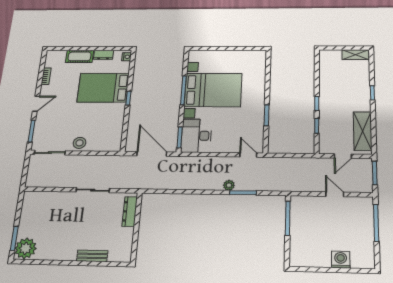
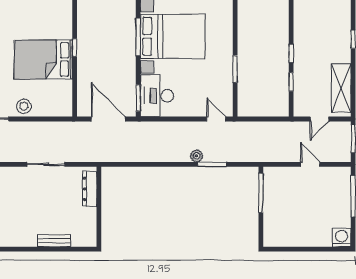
bed: (103, 88) -> (43, 60), moved
washing machine: (341, 260) -> (342, 238), moved

